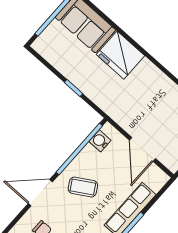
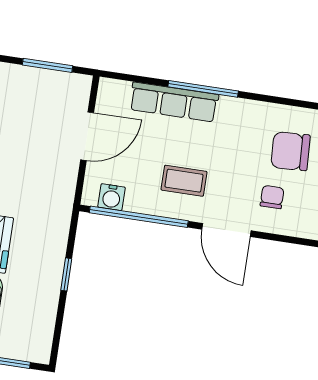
coffee table: (83, 187) -> (184, 181), turned -59

